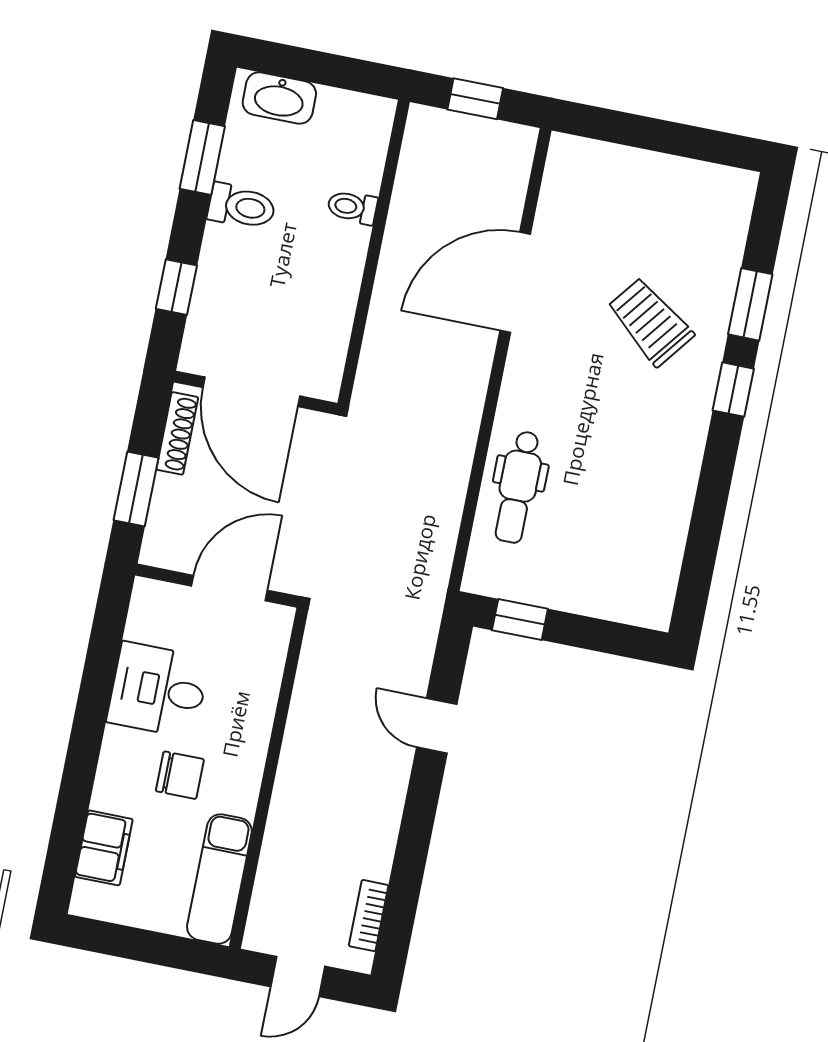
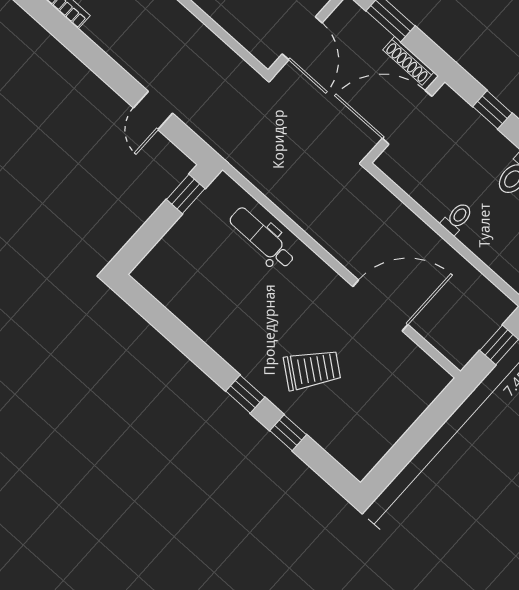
toilet: (352, 207) -> (457, 218), moved
door: (515, 282) -> (380, 305), hinge flipped
window: (750, 304) -> (288, 433), width x0.67
door: (437, 726) -> (153, 110), swing flipped

